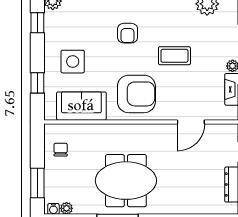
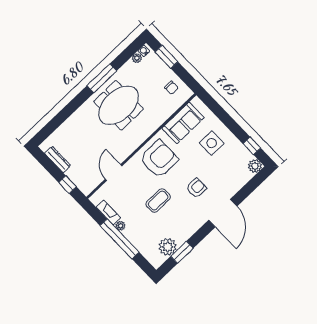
armchair: (128, 33) -> (196, 188), turned 90
window: (37, 83) -> (220, 112), removed
armchair: (136, 94) -> (159, 159), turned 180

